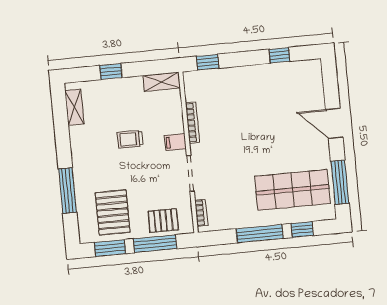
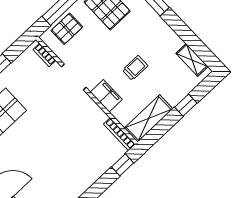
shelving: (162, 82) -> (149, 118), width x1.50, depth x1.33
bookcase: (192, 123) -> (119, 134), moved
filing cabinet: (175, 142) -> (106, 96), width x2.00

